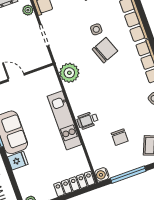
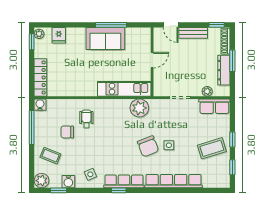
kitchen unit: (64, 120) -> (124, 89), moved
wheelchair: (88, 120) -> (86, 119), moved
fridge: (18, 161) -> (59, 35), moved

